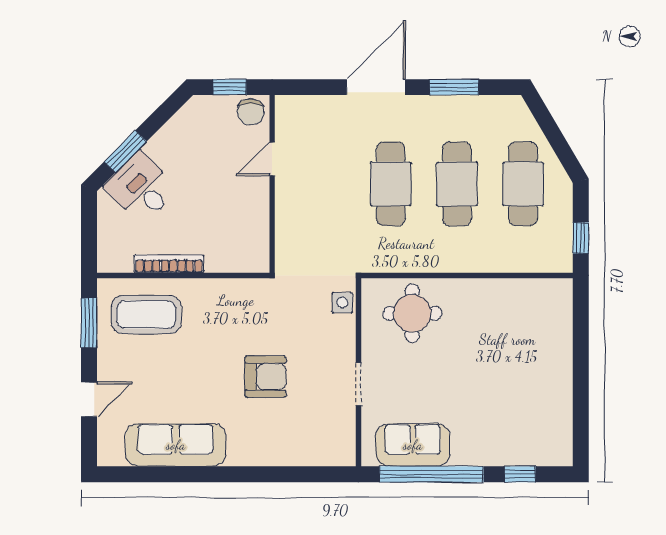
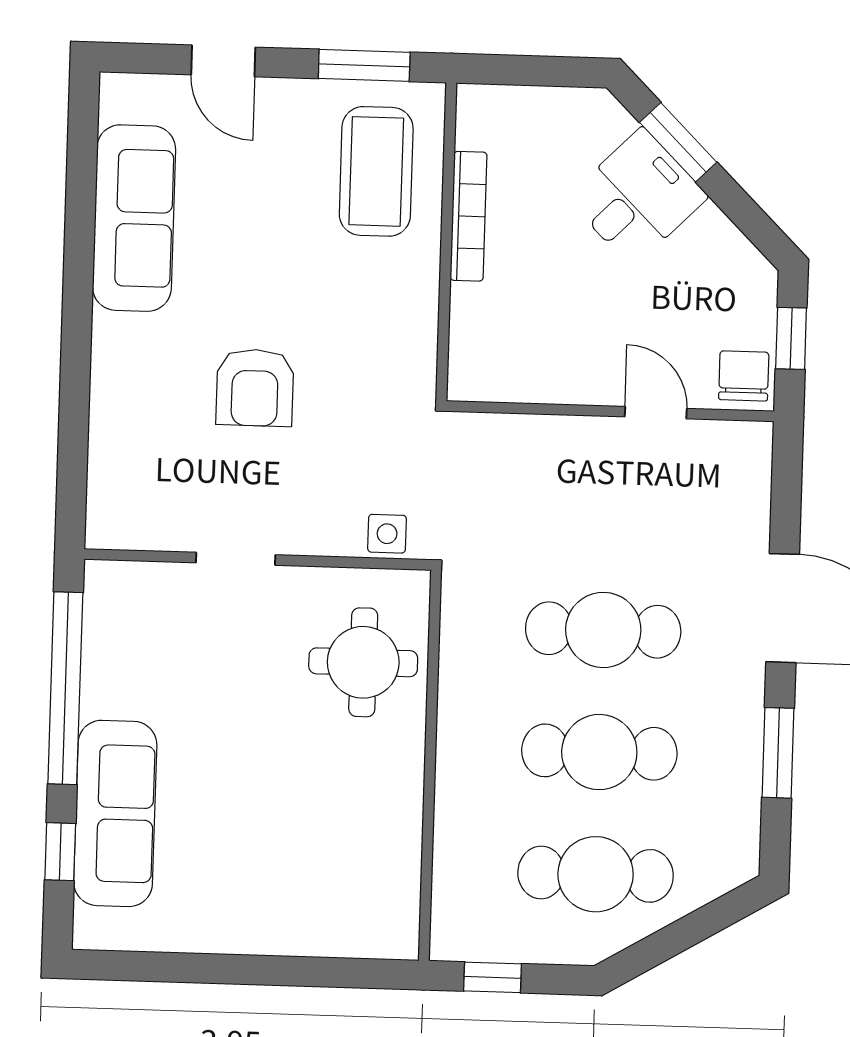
chair: (251, 112) -> (744, 376), turned 90
desk: (141, 188) -> (637, 197), moved
sofa: (413, 445) -> (115, 813), moved, width x1.36

